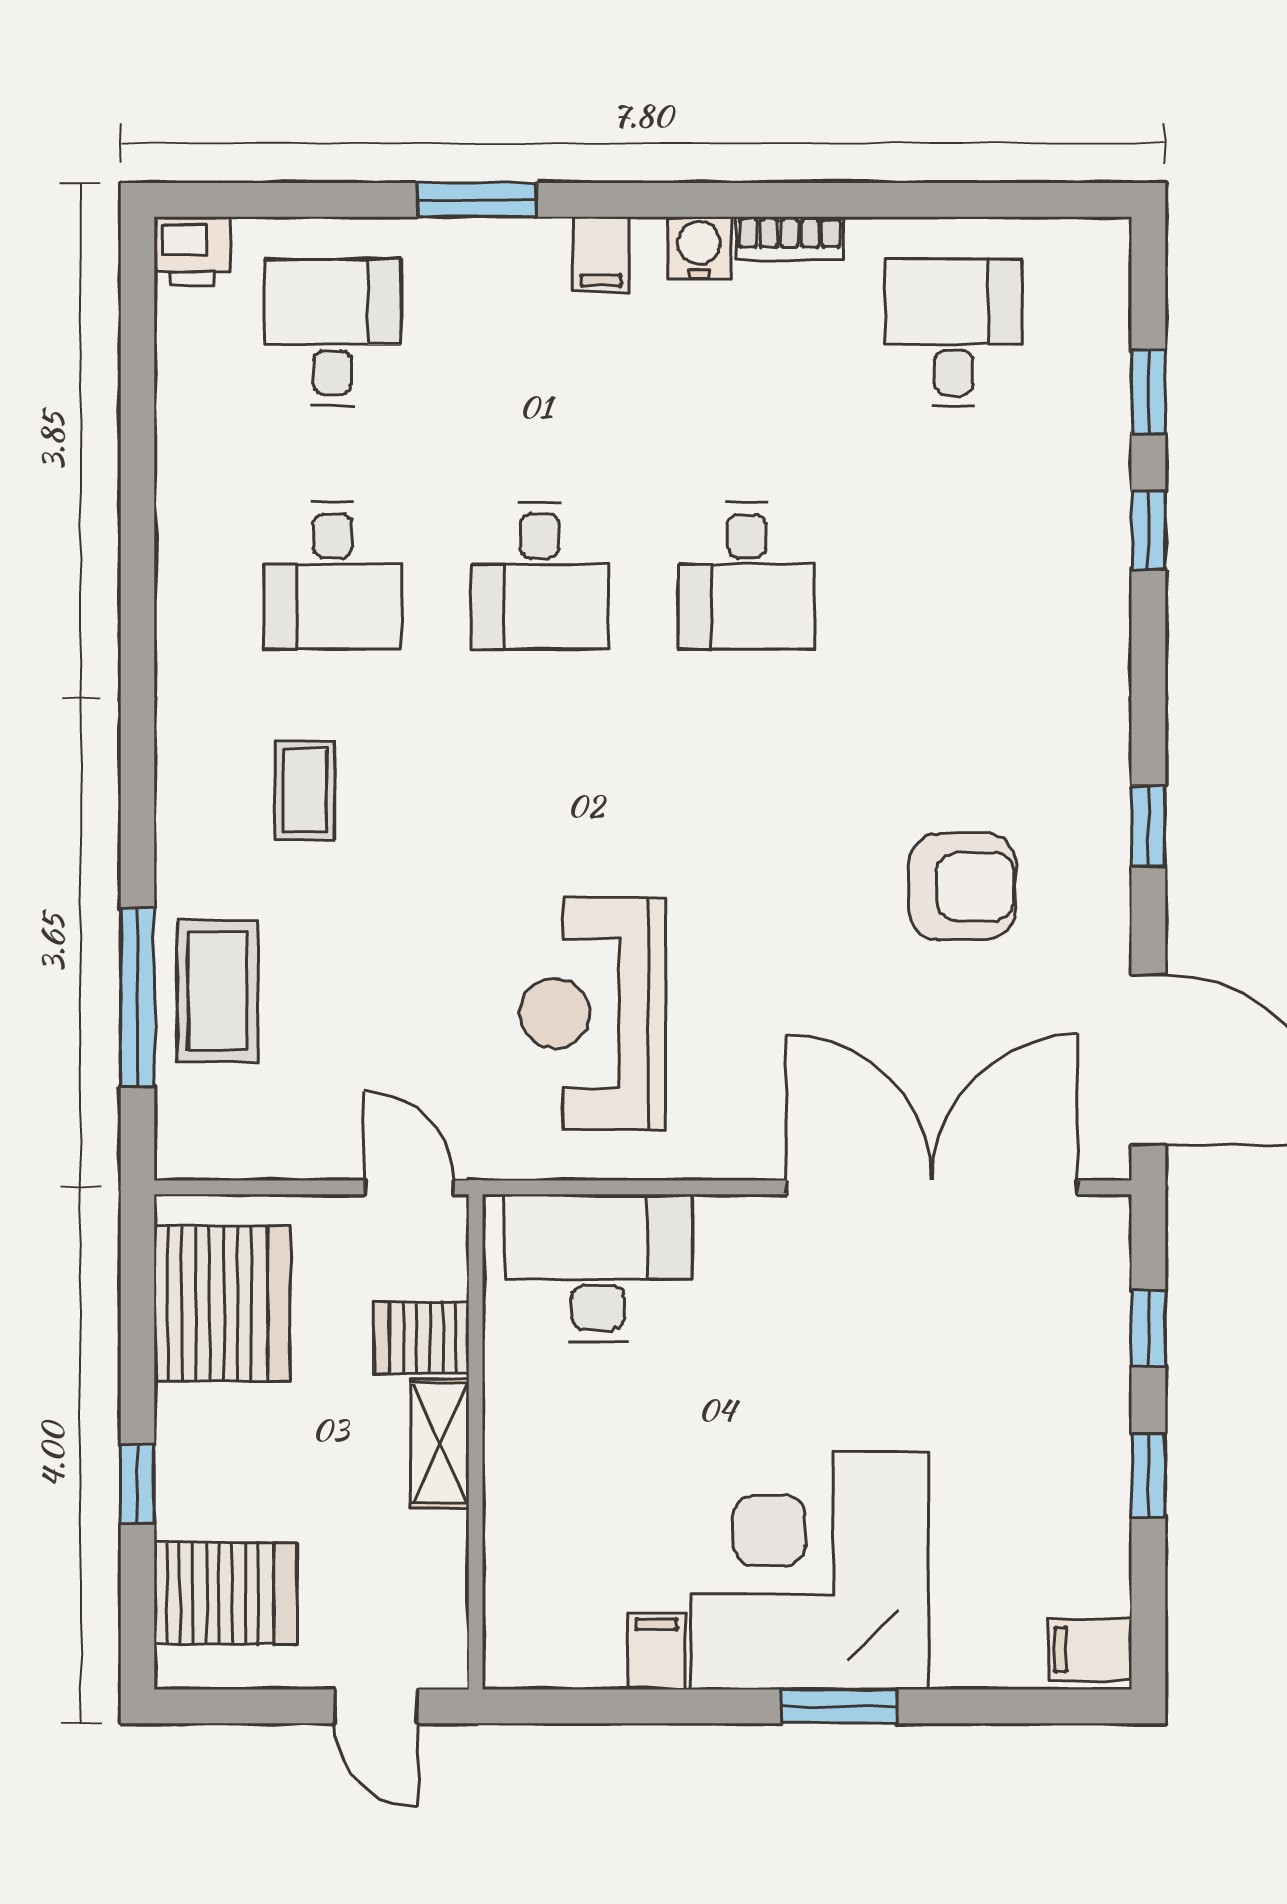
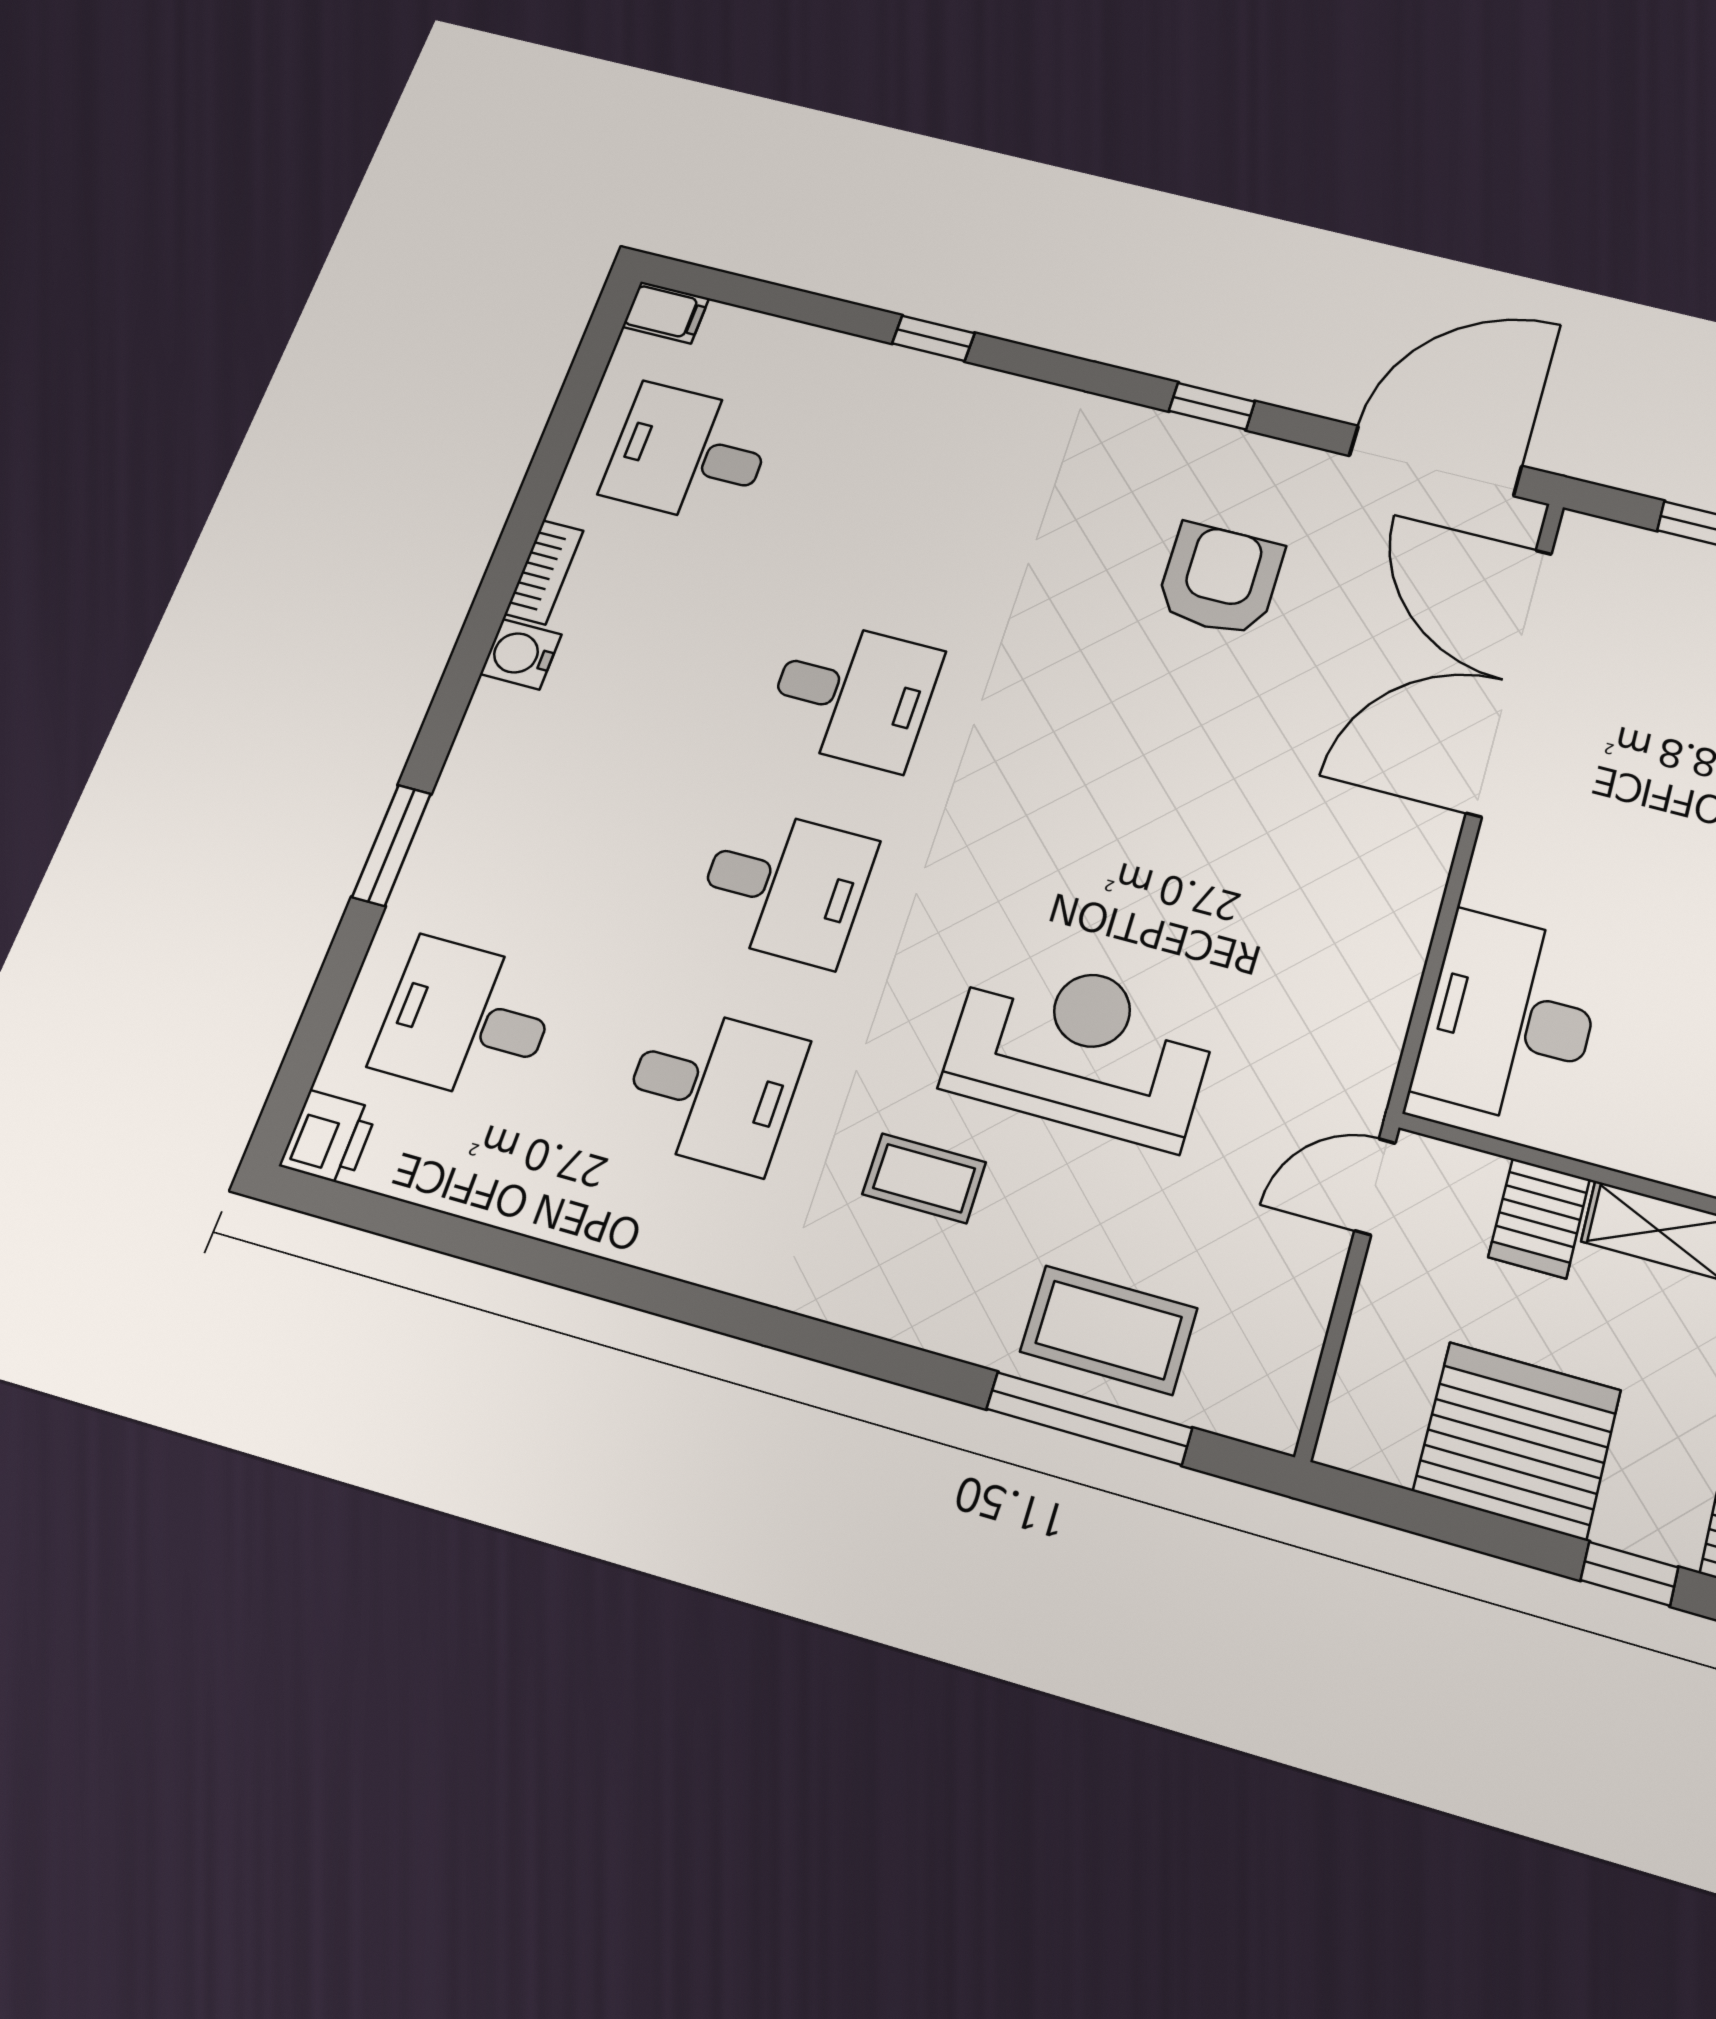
filing cabinet: (601, 254) -> (666, 313), moved
window: (1148, 392) -> (806, 307), removed
reception desk: (593, 1014) -> (1080, 1048), moved, turned 180
server rack: (222, 1304) -> (1517, 1440), moved

